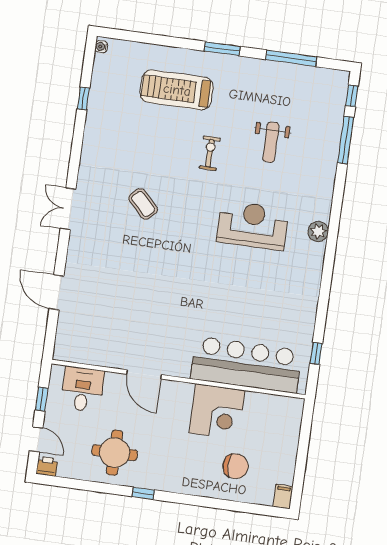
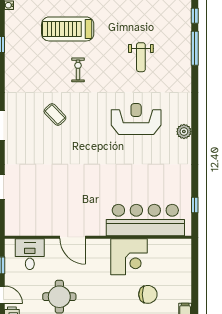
exercise bike: (210, 153) -> (78, 70), moved
plant: (318, 232) -> (184, 132), moved

